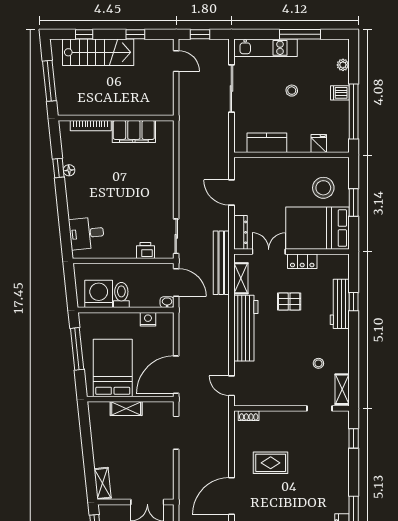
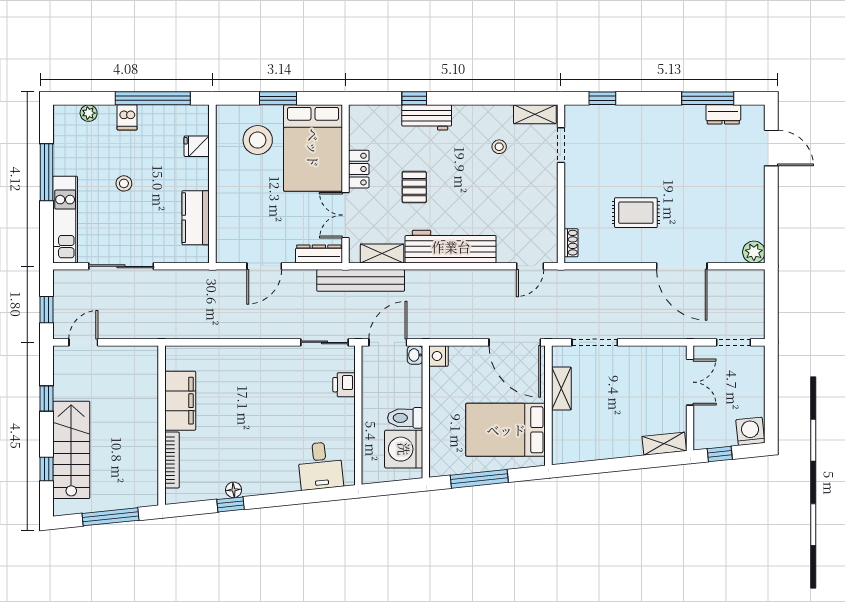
workbench: (340, 304) -> (427, 117), width x0.73
nightstand: (148, 319) -> (439, 356), moved
shelving: (126, 408) -> (561, 389), moved
rug: (271, 463) -> (636, 213), turned 90

